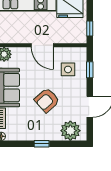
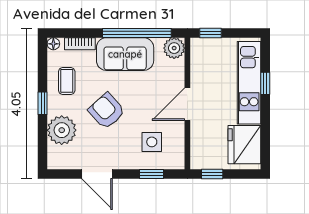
coffee table: (27, 127) -> (67, 81), added
plant: (70, 131) -> (62, 130), moved

